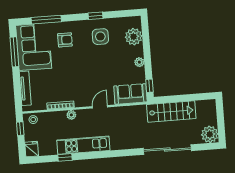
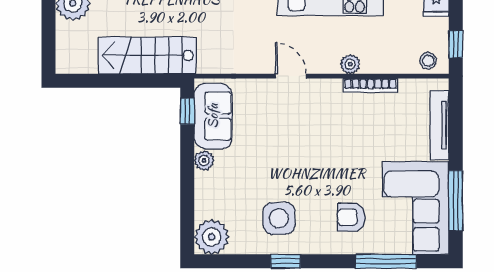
plant: (134, 37) -> (212, 237), moved
sofa: (130, 94) -> (213, 116), moved, turned -90
door: (100, 107) -> (291, 76), swing flipped

